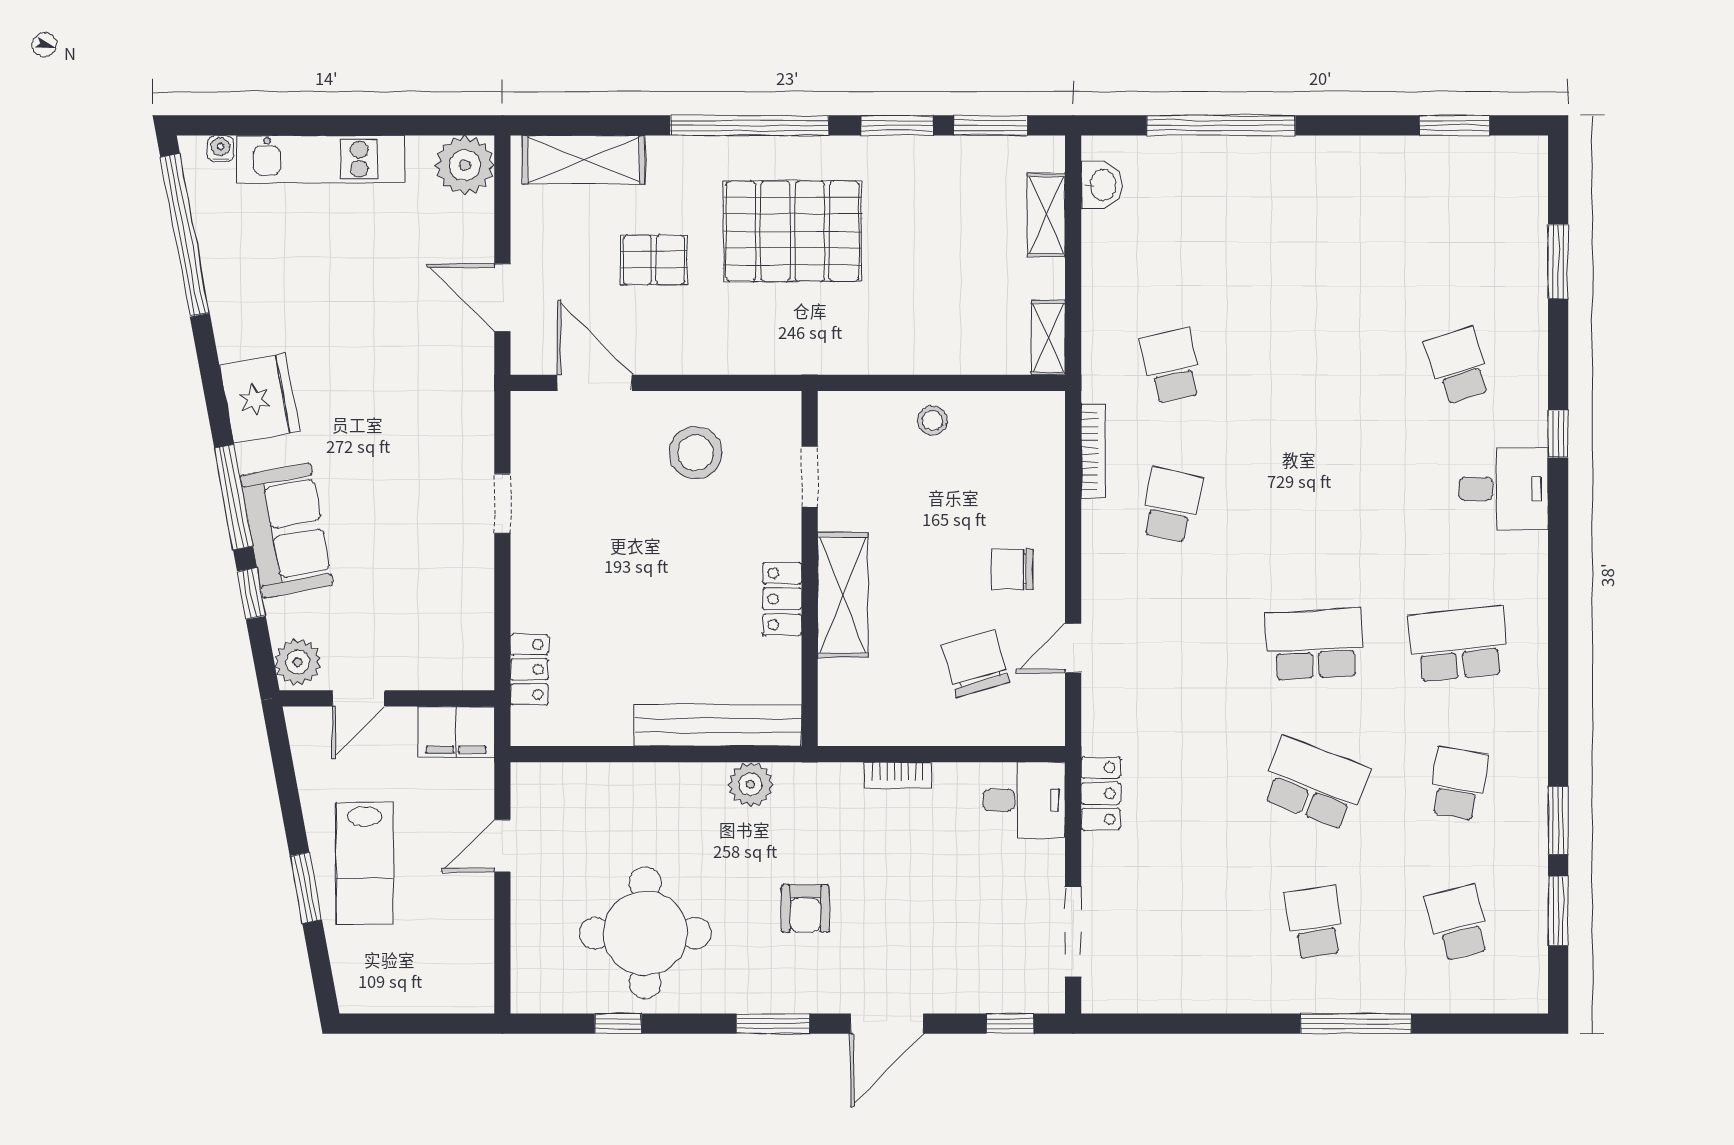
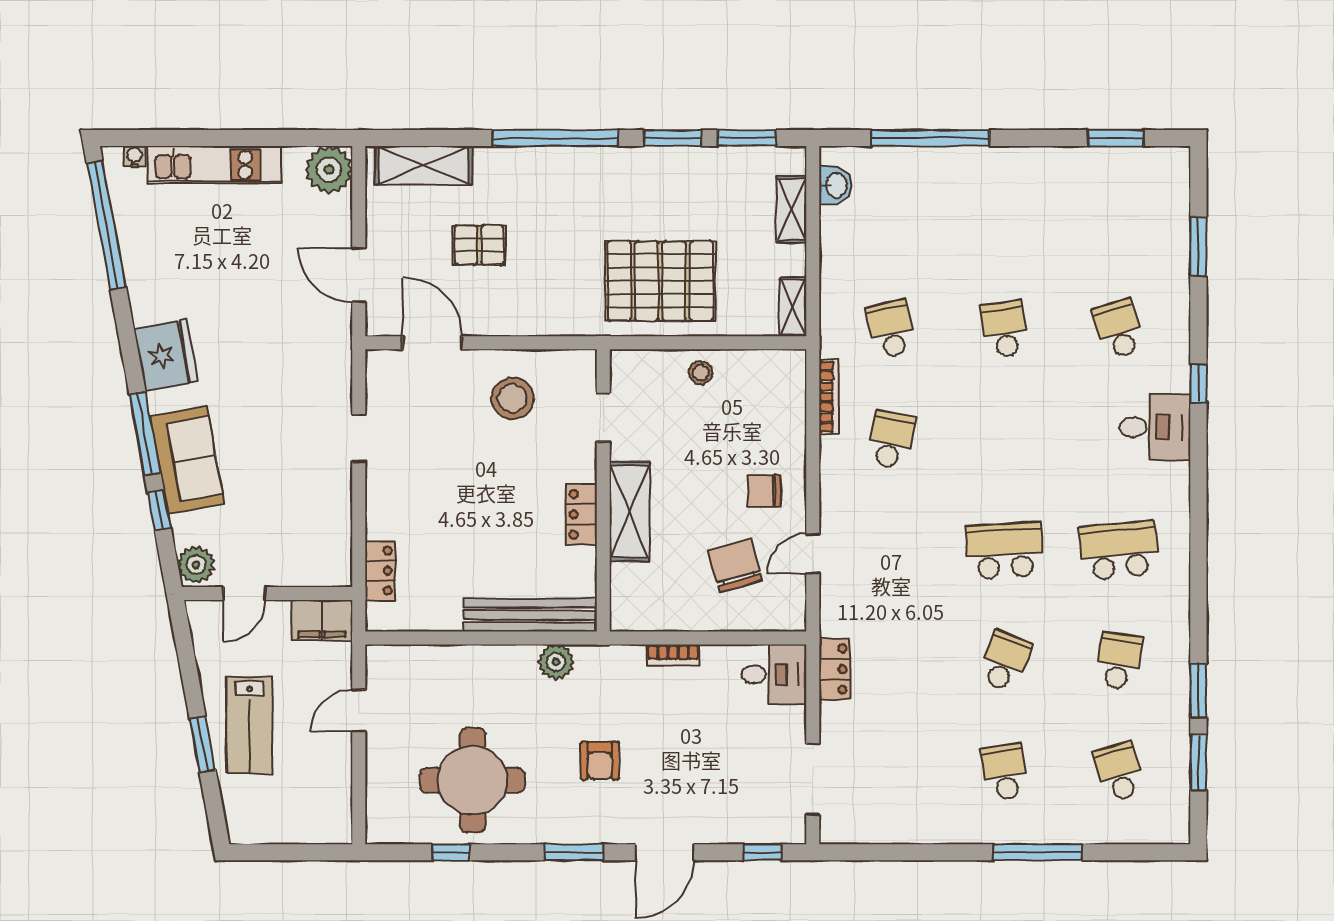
pallet: (793, 231) -> (660, 281), moved
school desk: (1315, 366) -> (1005, 329), added
school desk: (1315, 783) -> (1005, 661), width x0.54

